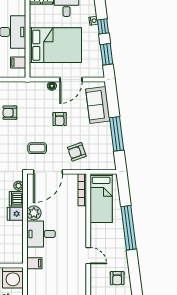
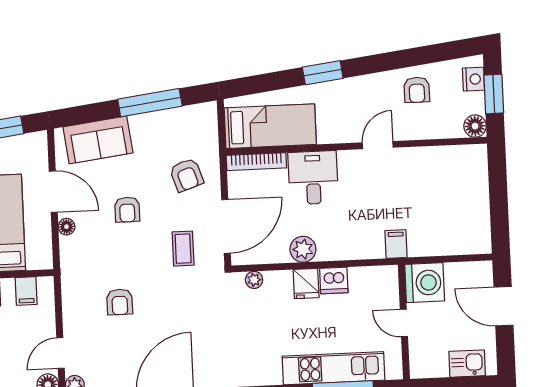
armchair: (60, 119) -> (127, 210), turned 90
door: (48, 172) -> (226, 227), hinge flipped
dishwasher: (16, 199) -> (334, 280), moved
window: (129, 228) -> (323, 73), width x0.47
desk: (41, 234) -> (313, 178), moved, turned 180
armchair: (117, 278) -> (417, 90), turned 90

